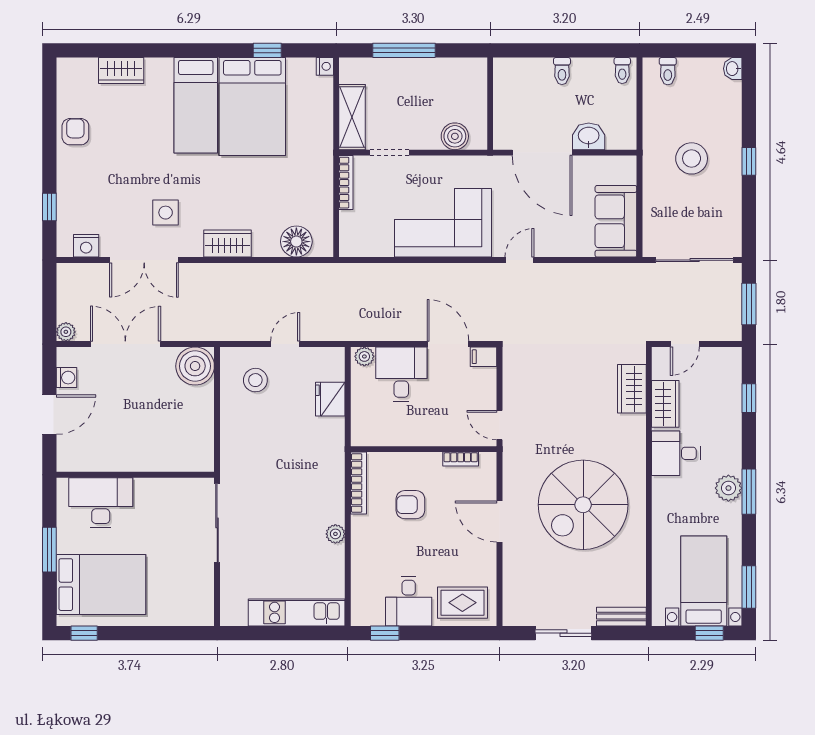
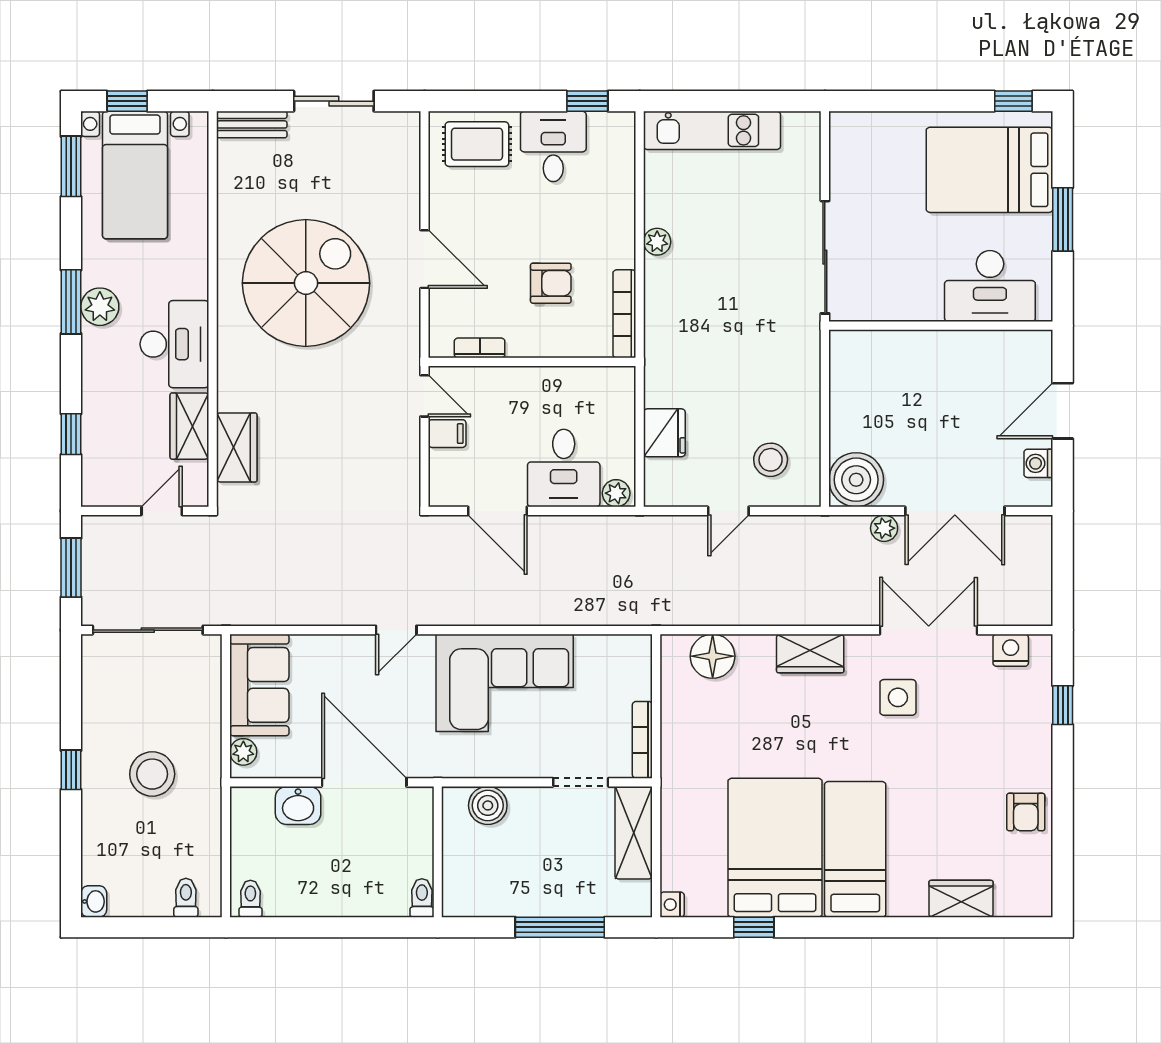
toilet: (562, 71) -> (422, 898), moved
plant: (627, 174) -> (243, 752), added
plant: (66, 332) -> (884, 528), moved
filing cabinet: (483, 357) -> (447, 434), moved
desk: (676, 453) -> (174, 344), width x1.37

